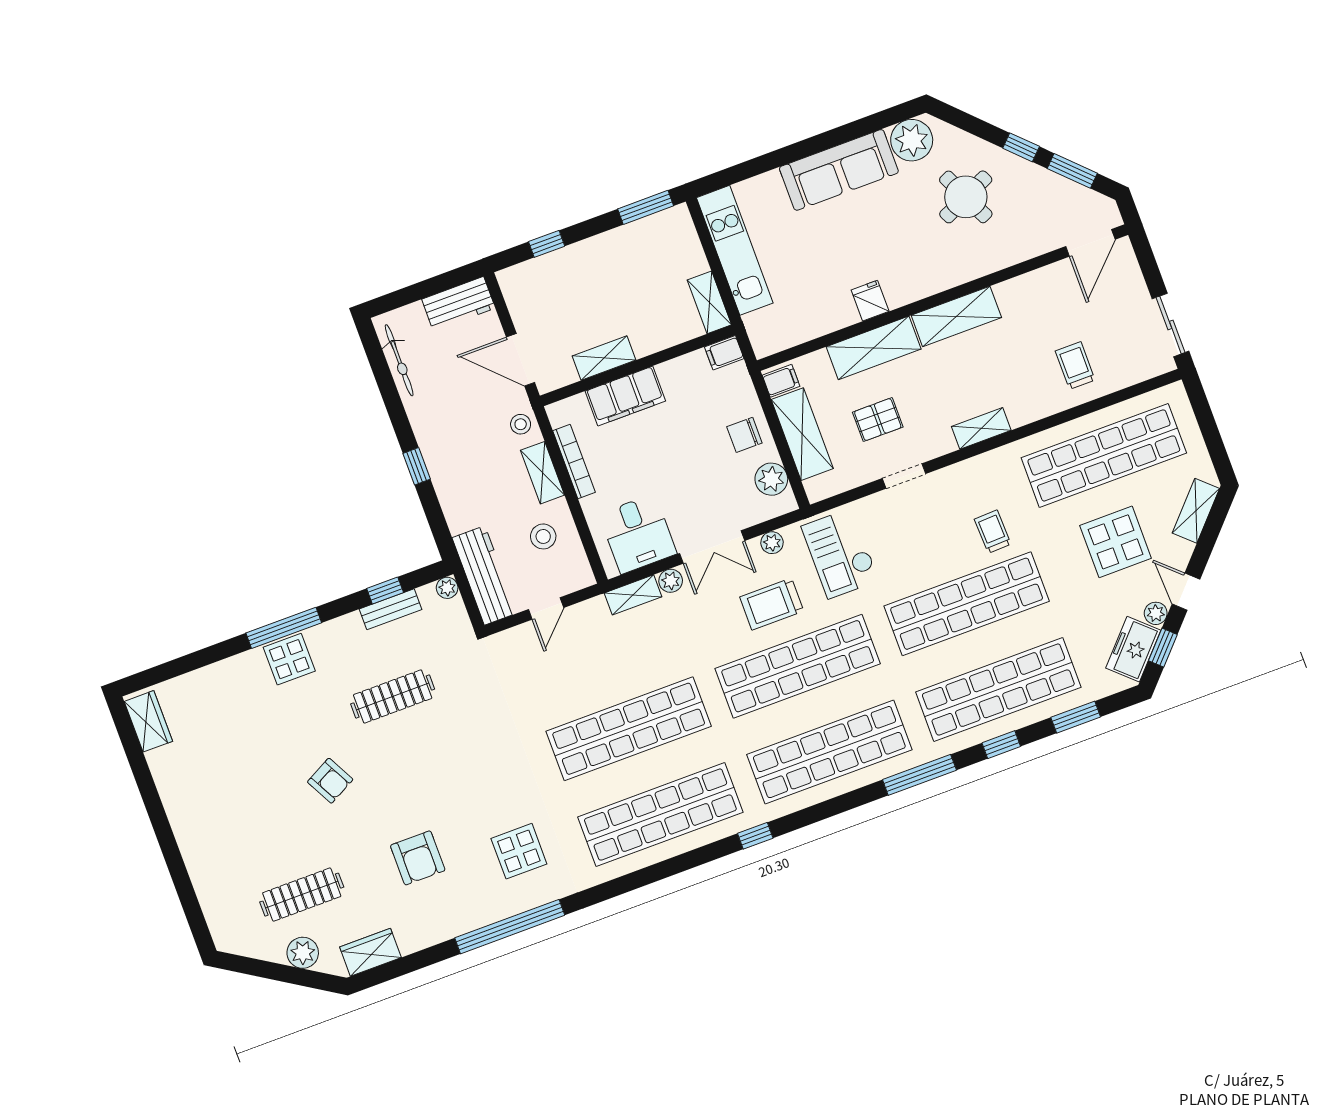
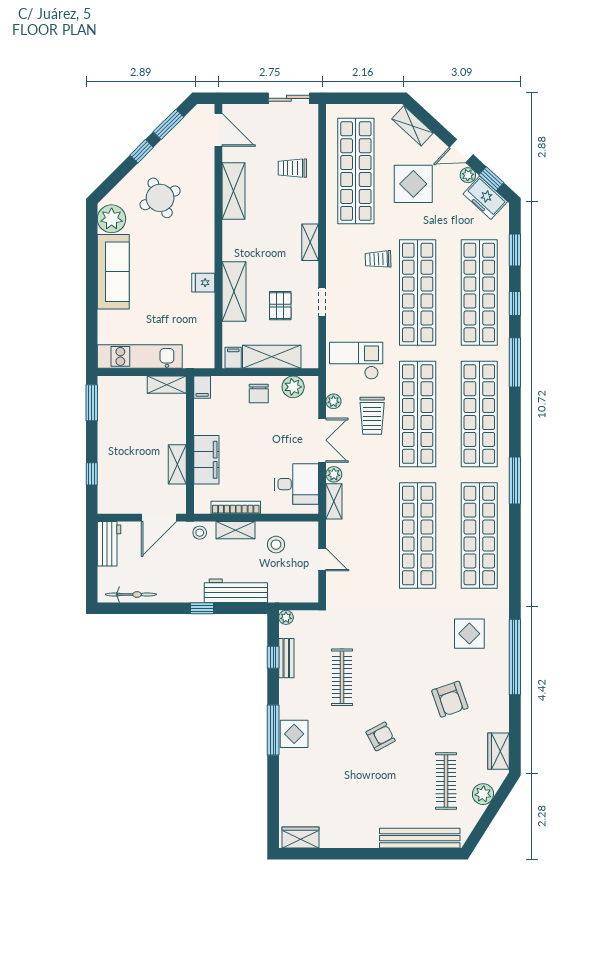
shelving: (956, 316) -> (233, 191), moved
checkout: (840, 553) -> (356, 361), turned 180
workbench: (485, 575) -> (236, 591), moved
window: (755, 836) -> (515, 480), width x2.17
armchair: (418, 858) -> (450, 699), turned 71
bench: (209, 887) -> (420, 838), added

